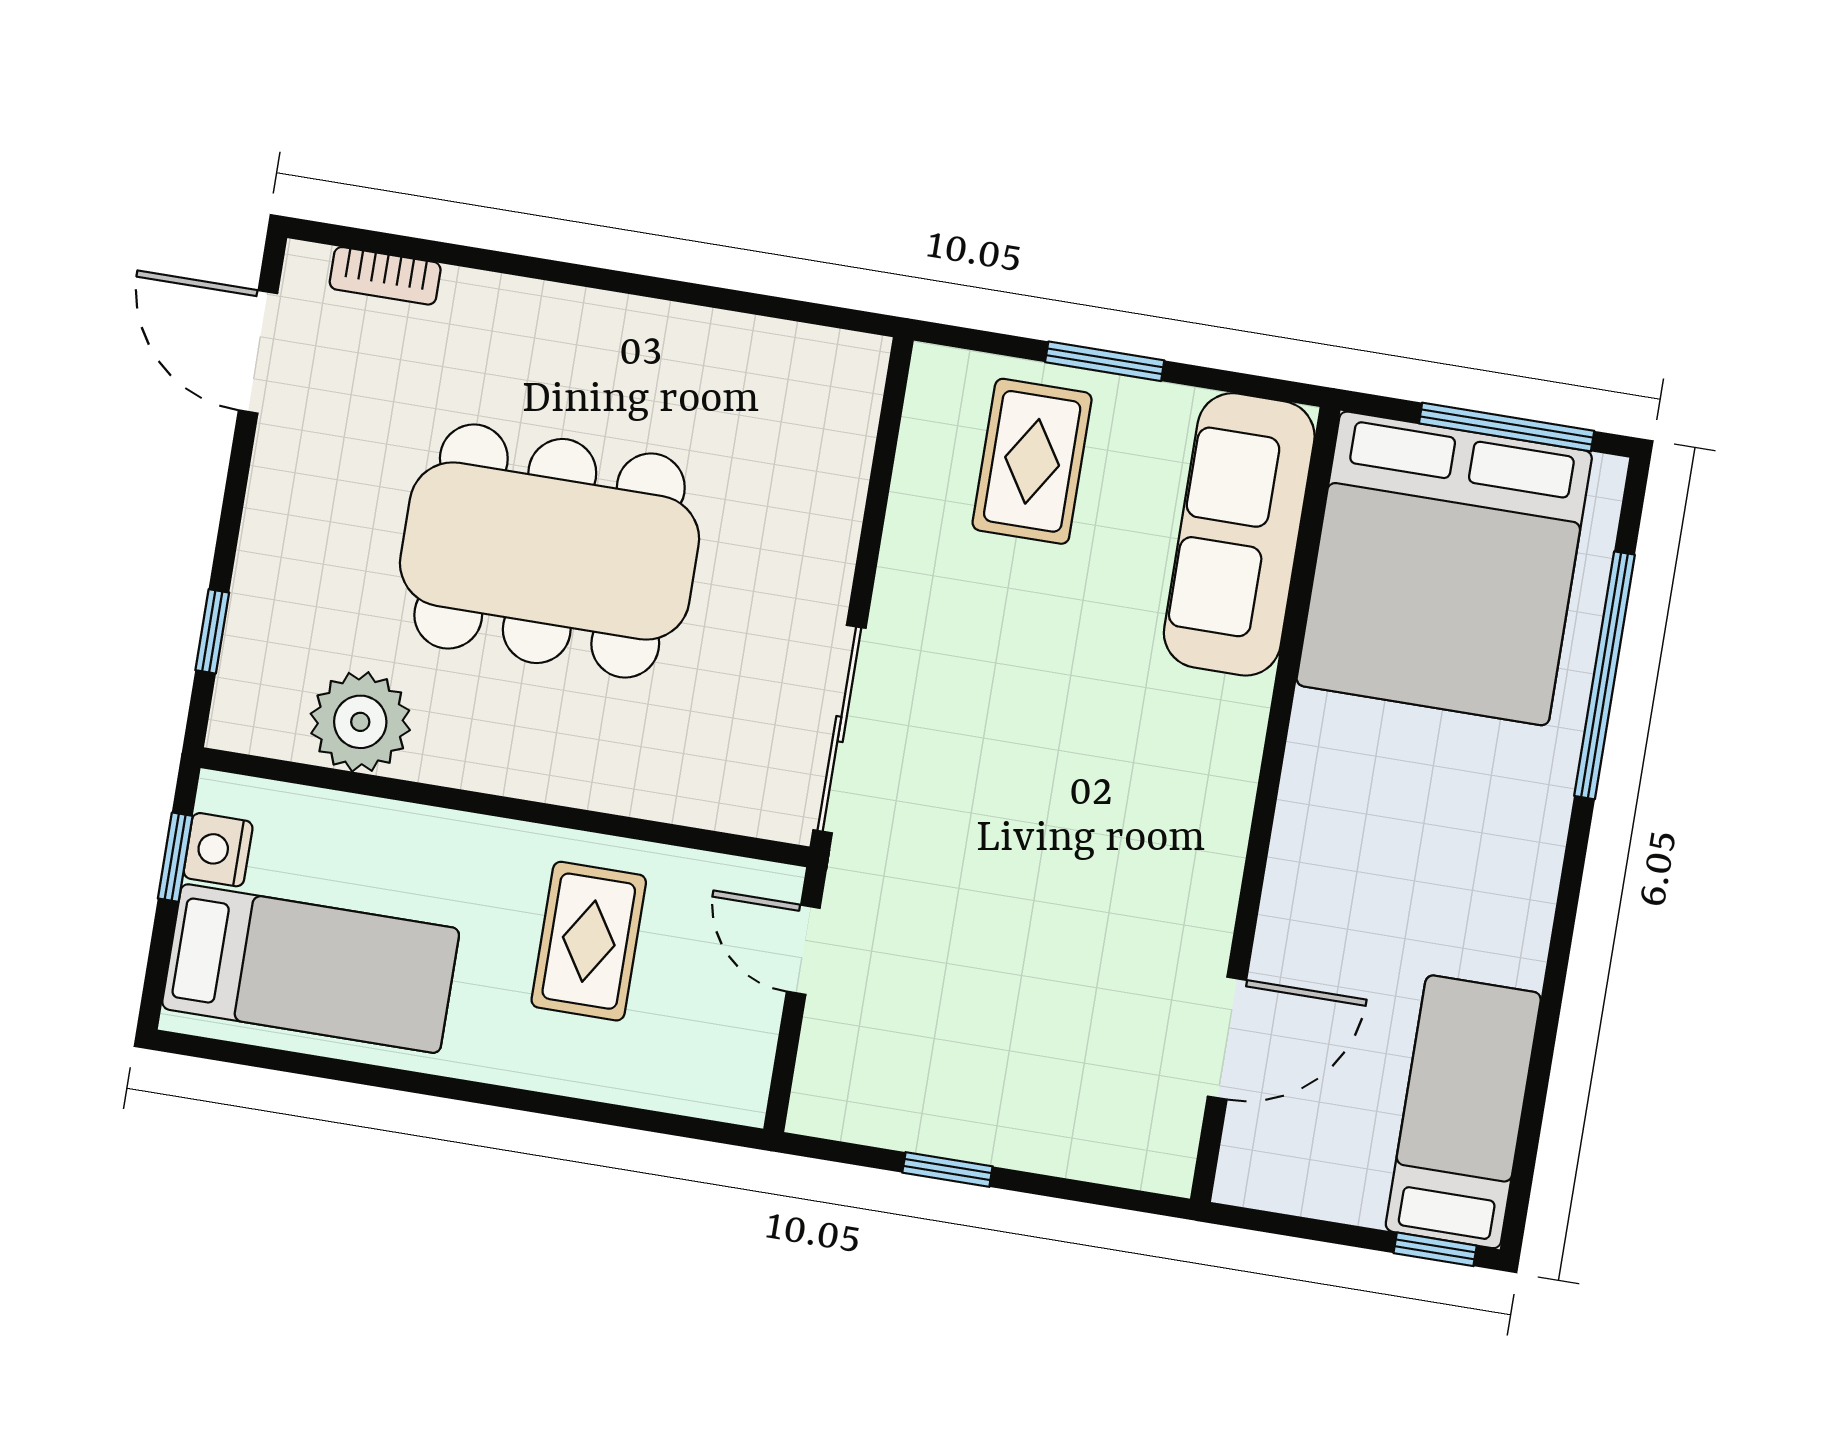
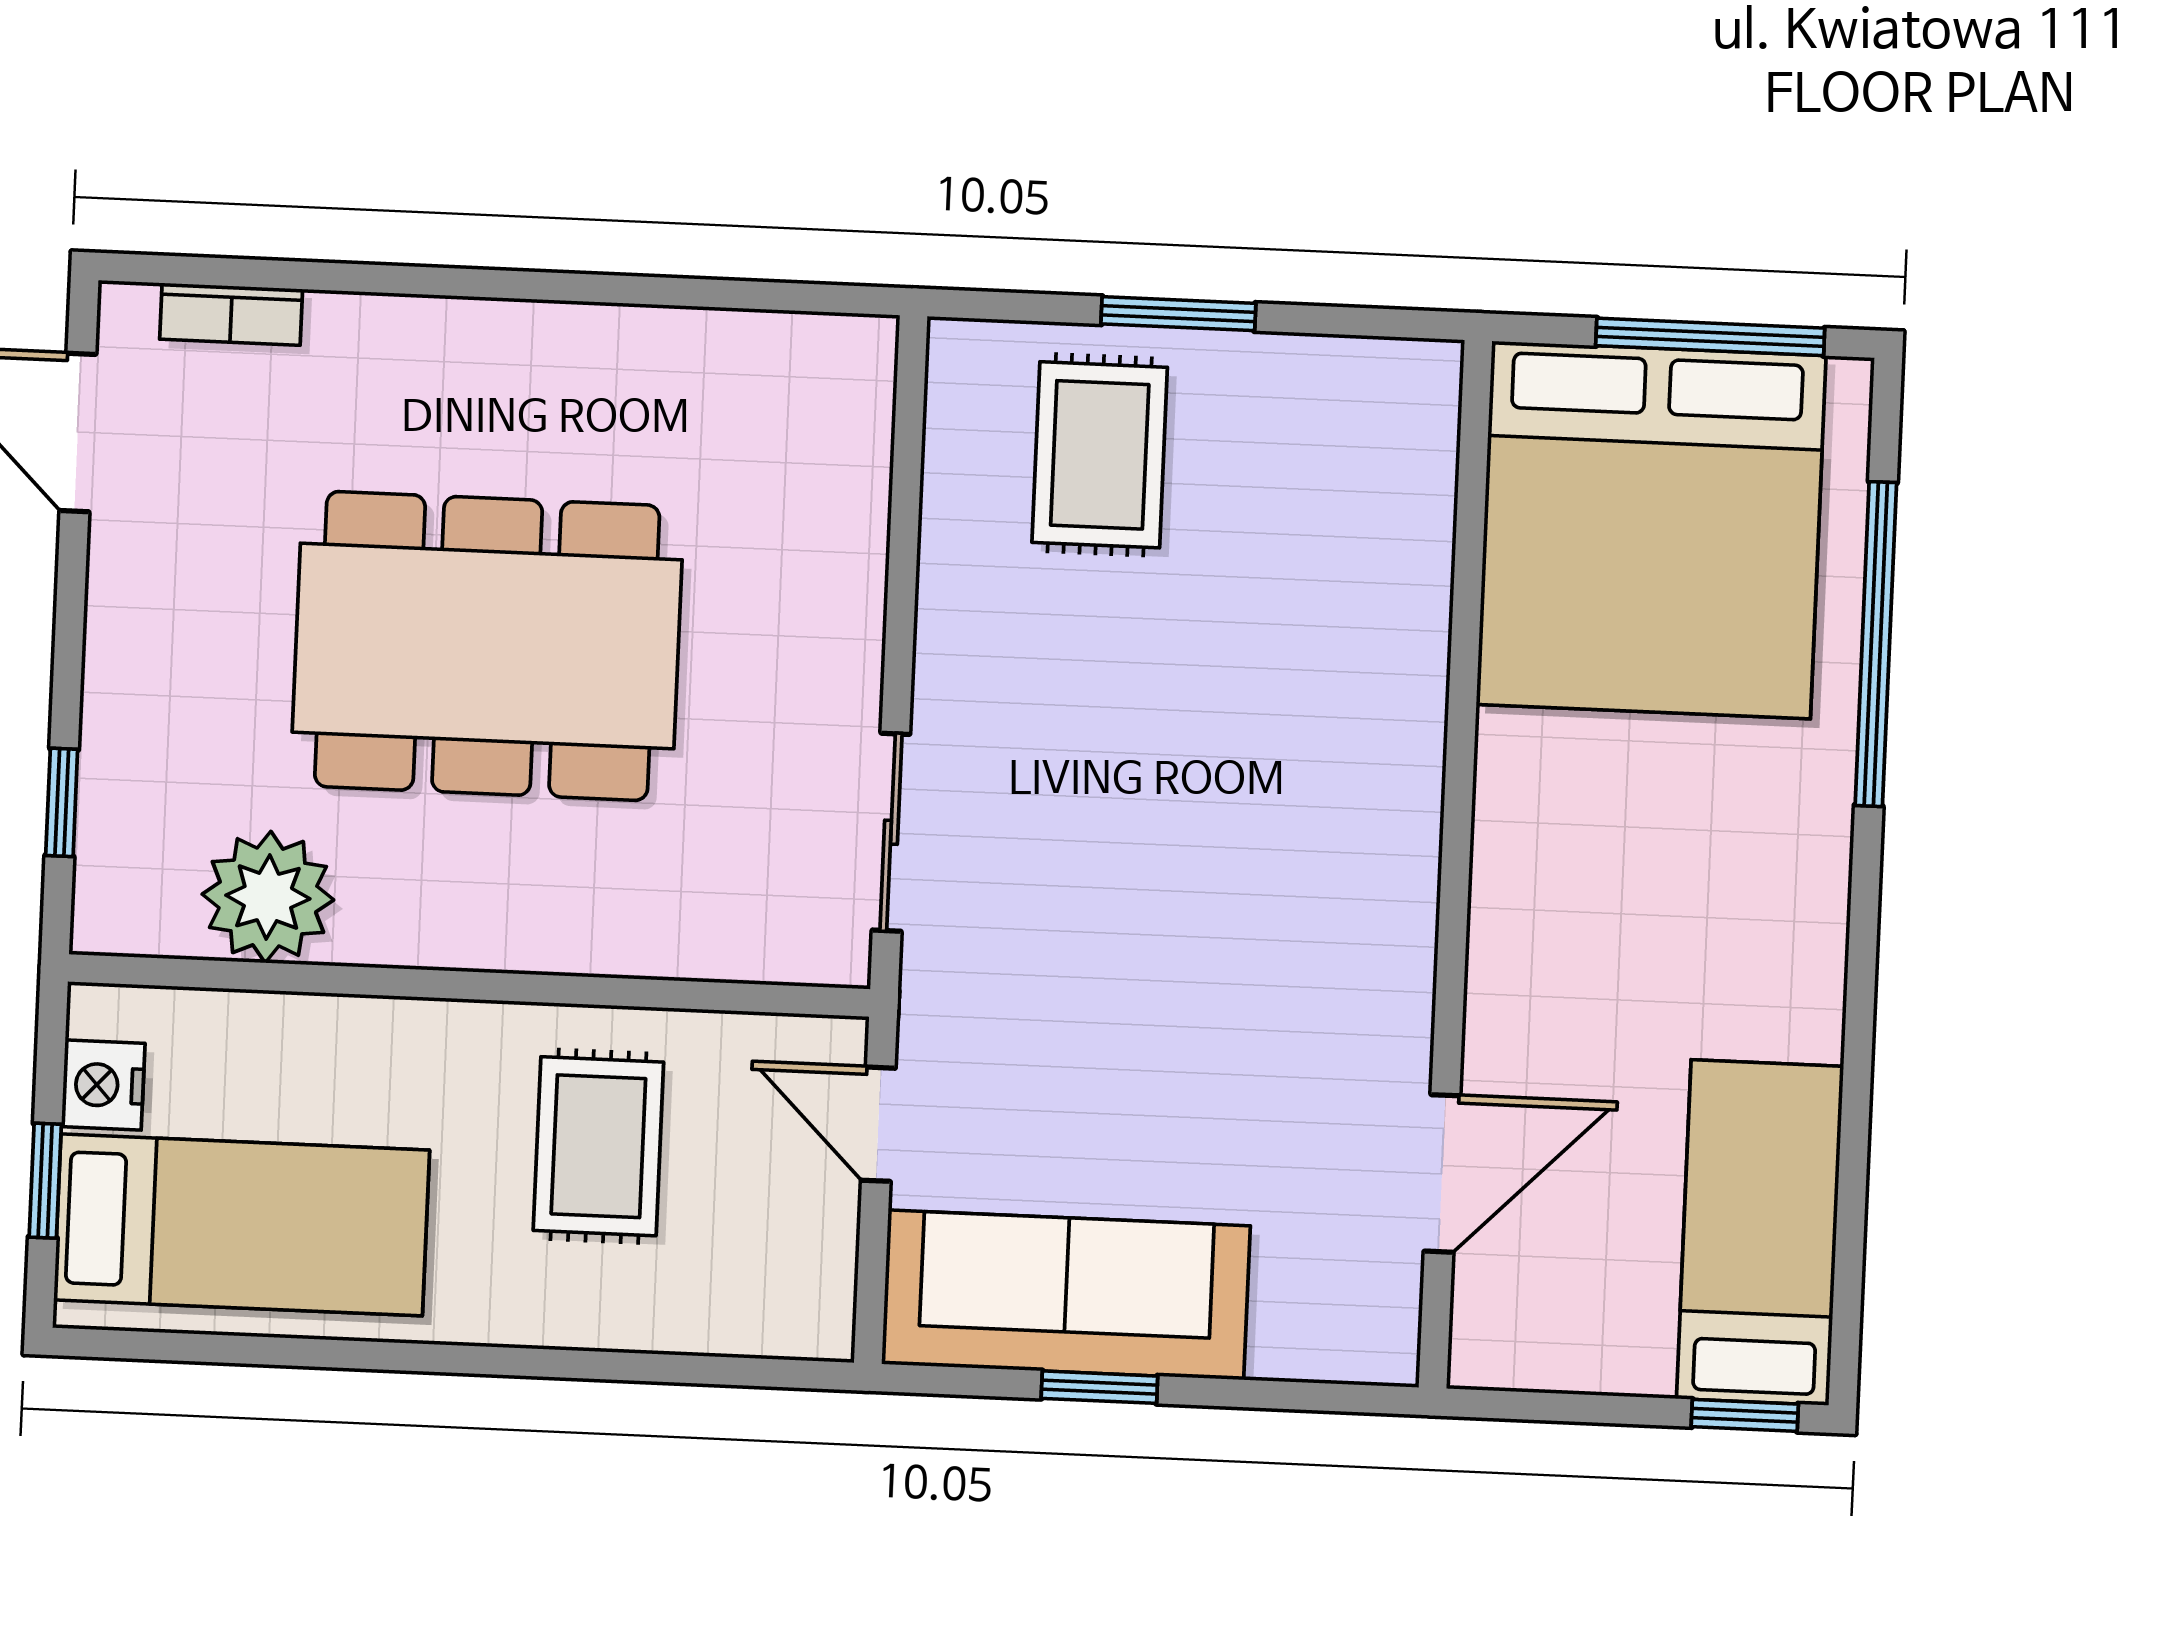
sofa: (1239, 534) -> (1066, 1295), moved, turned 90
sliding door: (839, 729) -> (891, 832), width x0.73
window: (175, 857) -> (45, 1181), moved

